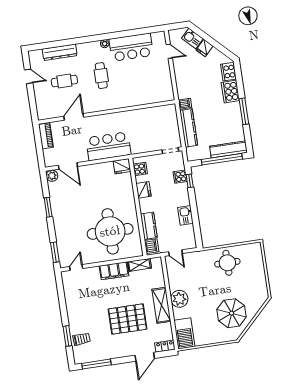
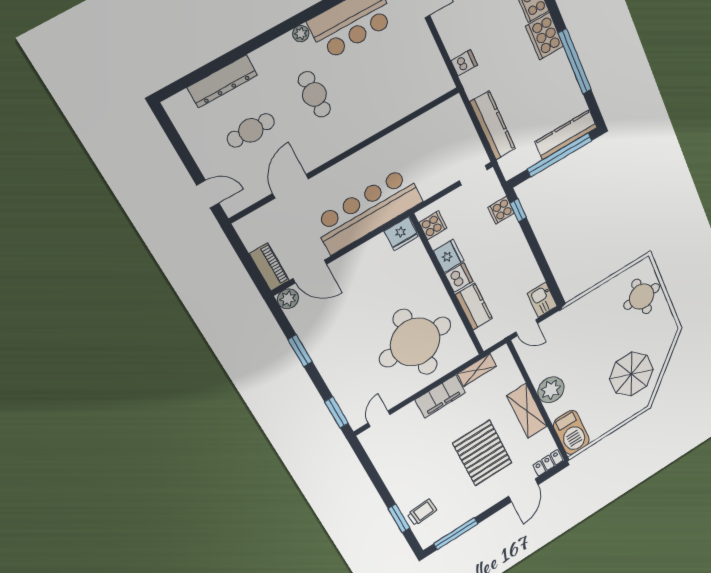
door: (29, 76) -> (208, 194), moved
dishwasher: (185, 104) -> (464, 63), moved
window: (244, 111) -> (575, 61), width x1.46
piano: (46, 136) -> (269, 267), moved
bar counter: (108, 146) -> (368, 211), width x1.36
kitchen sink: (186, 215) -> (542, 300), moved
dishwasher: (152, 246) -> (459, 278), moved
round table: (227, 263) -> (642, 296), moved
pallet: (128, 319) -> (482, 453), turned 90

